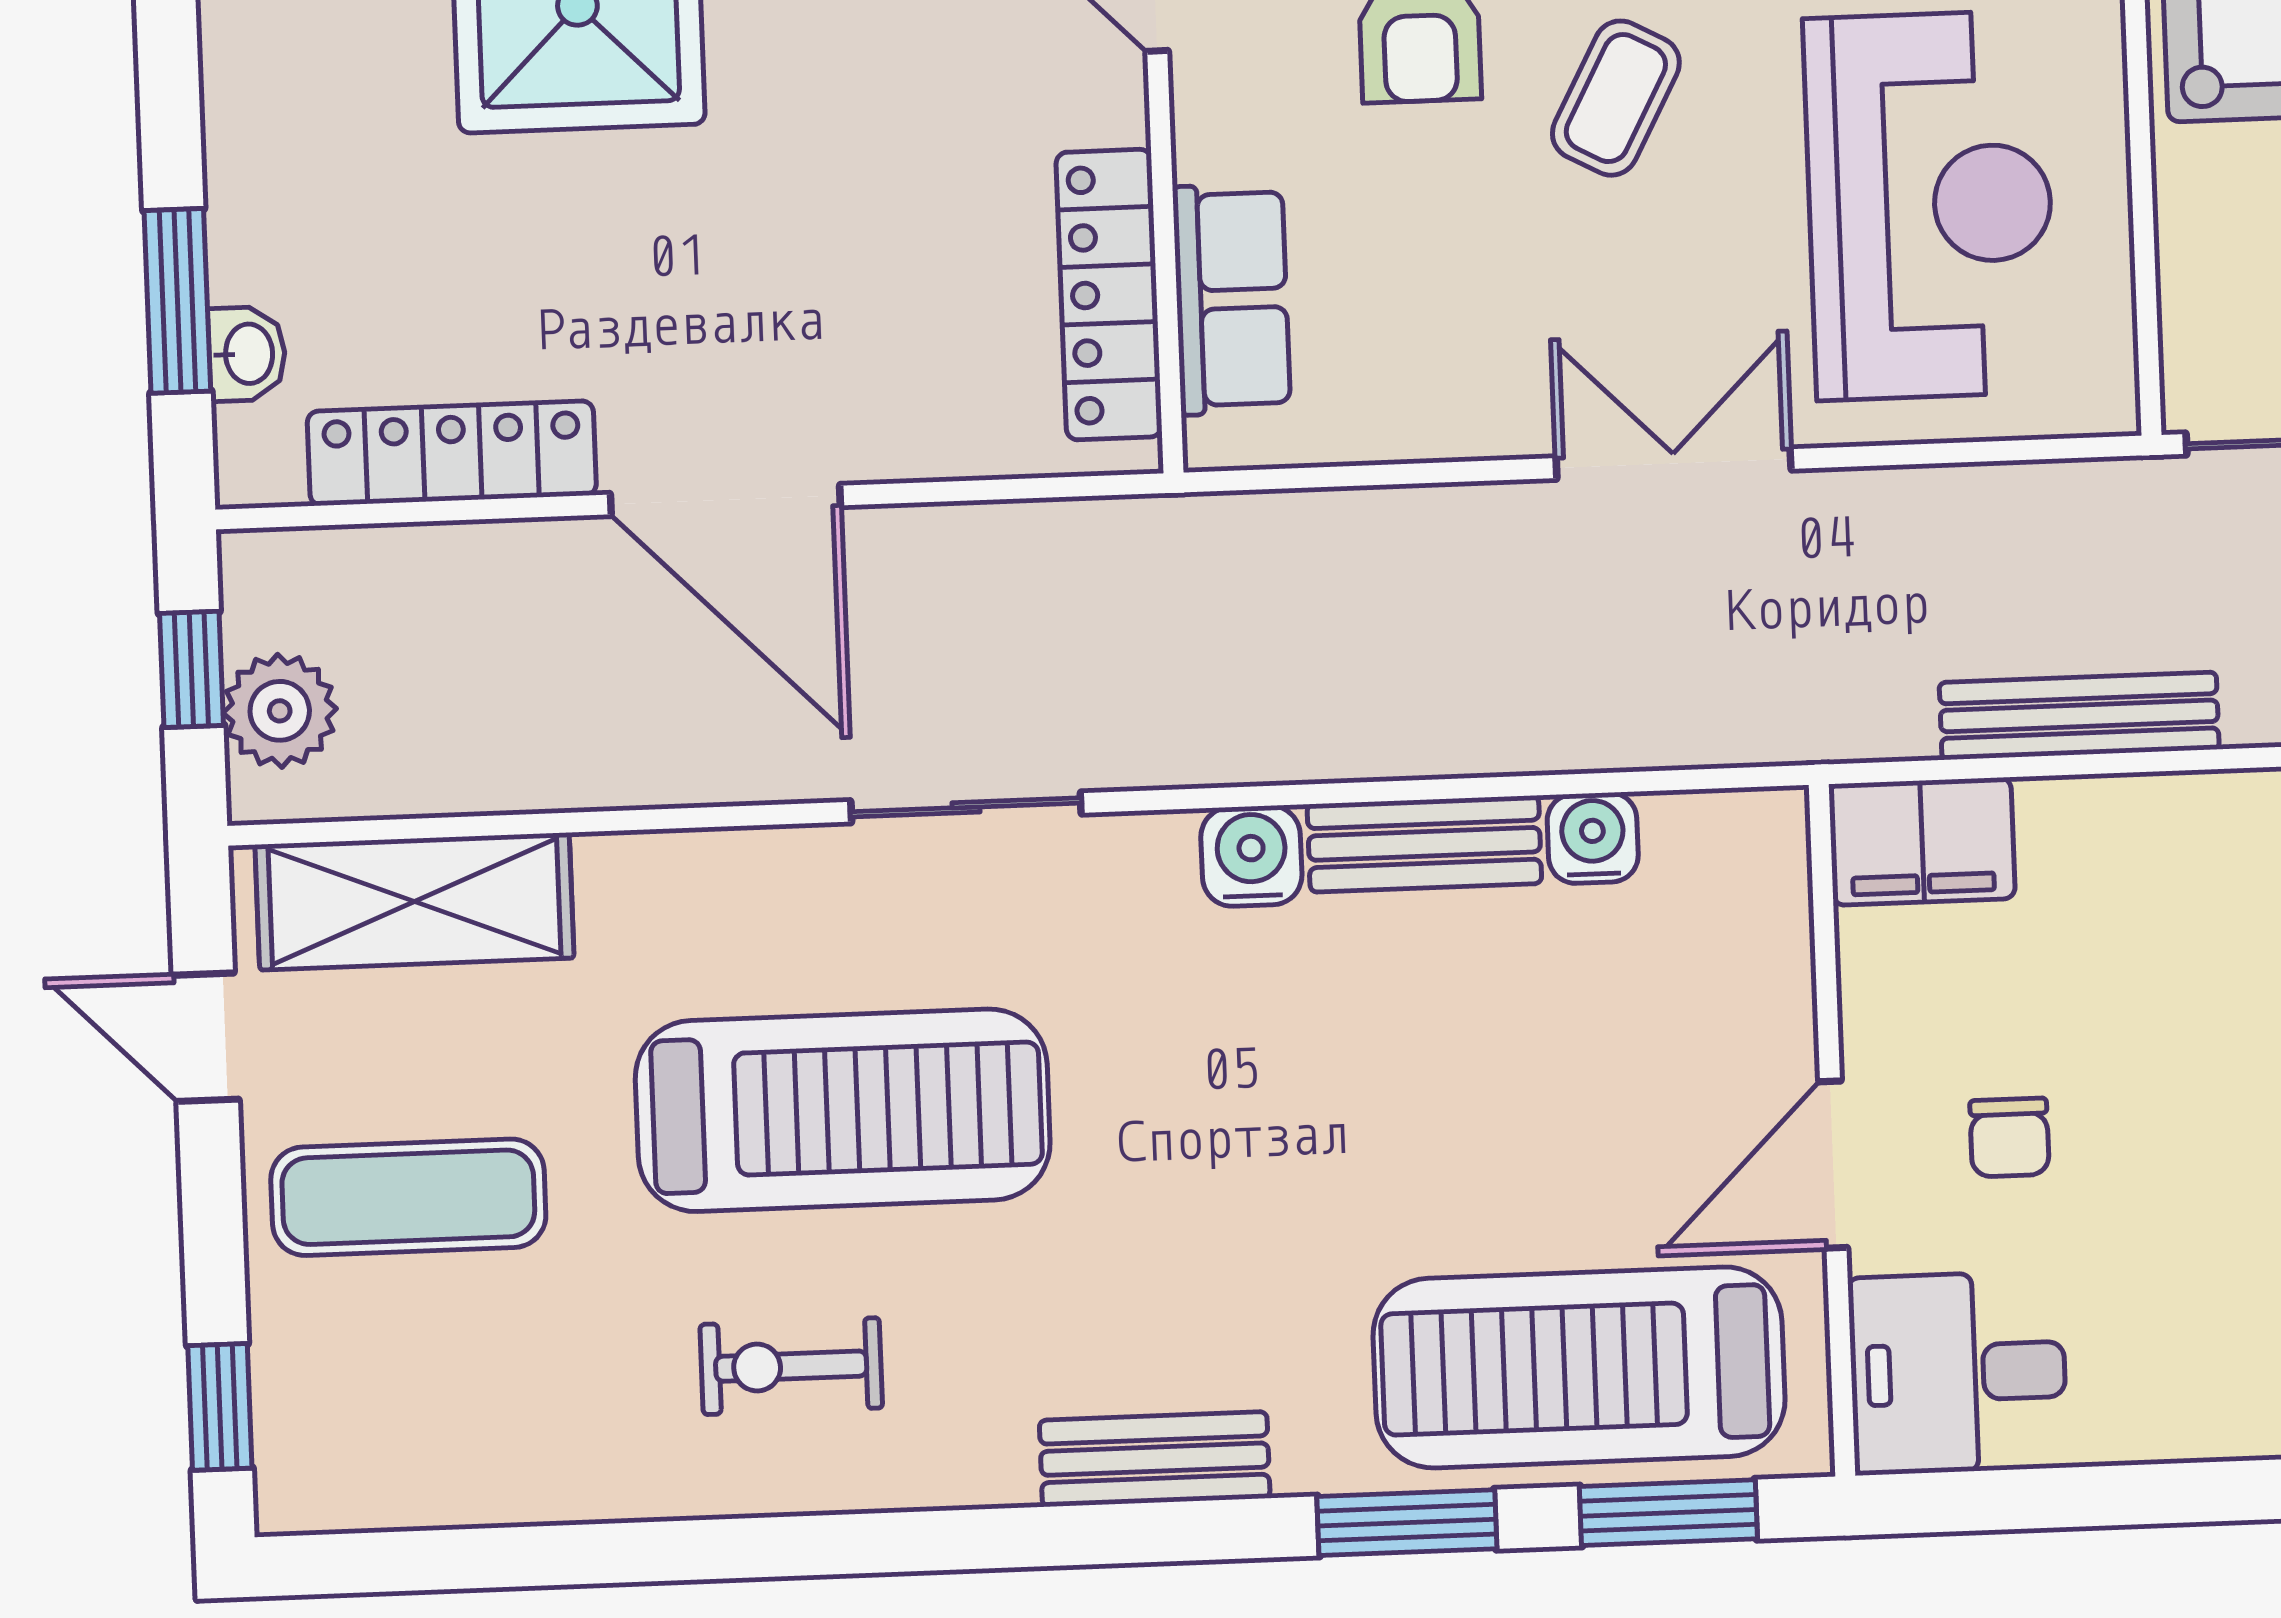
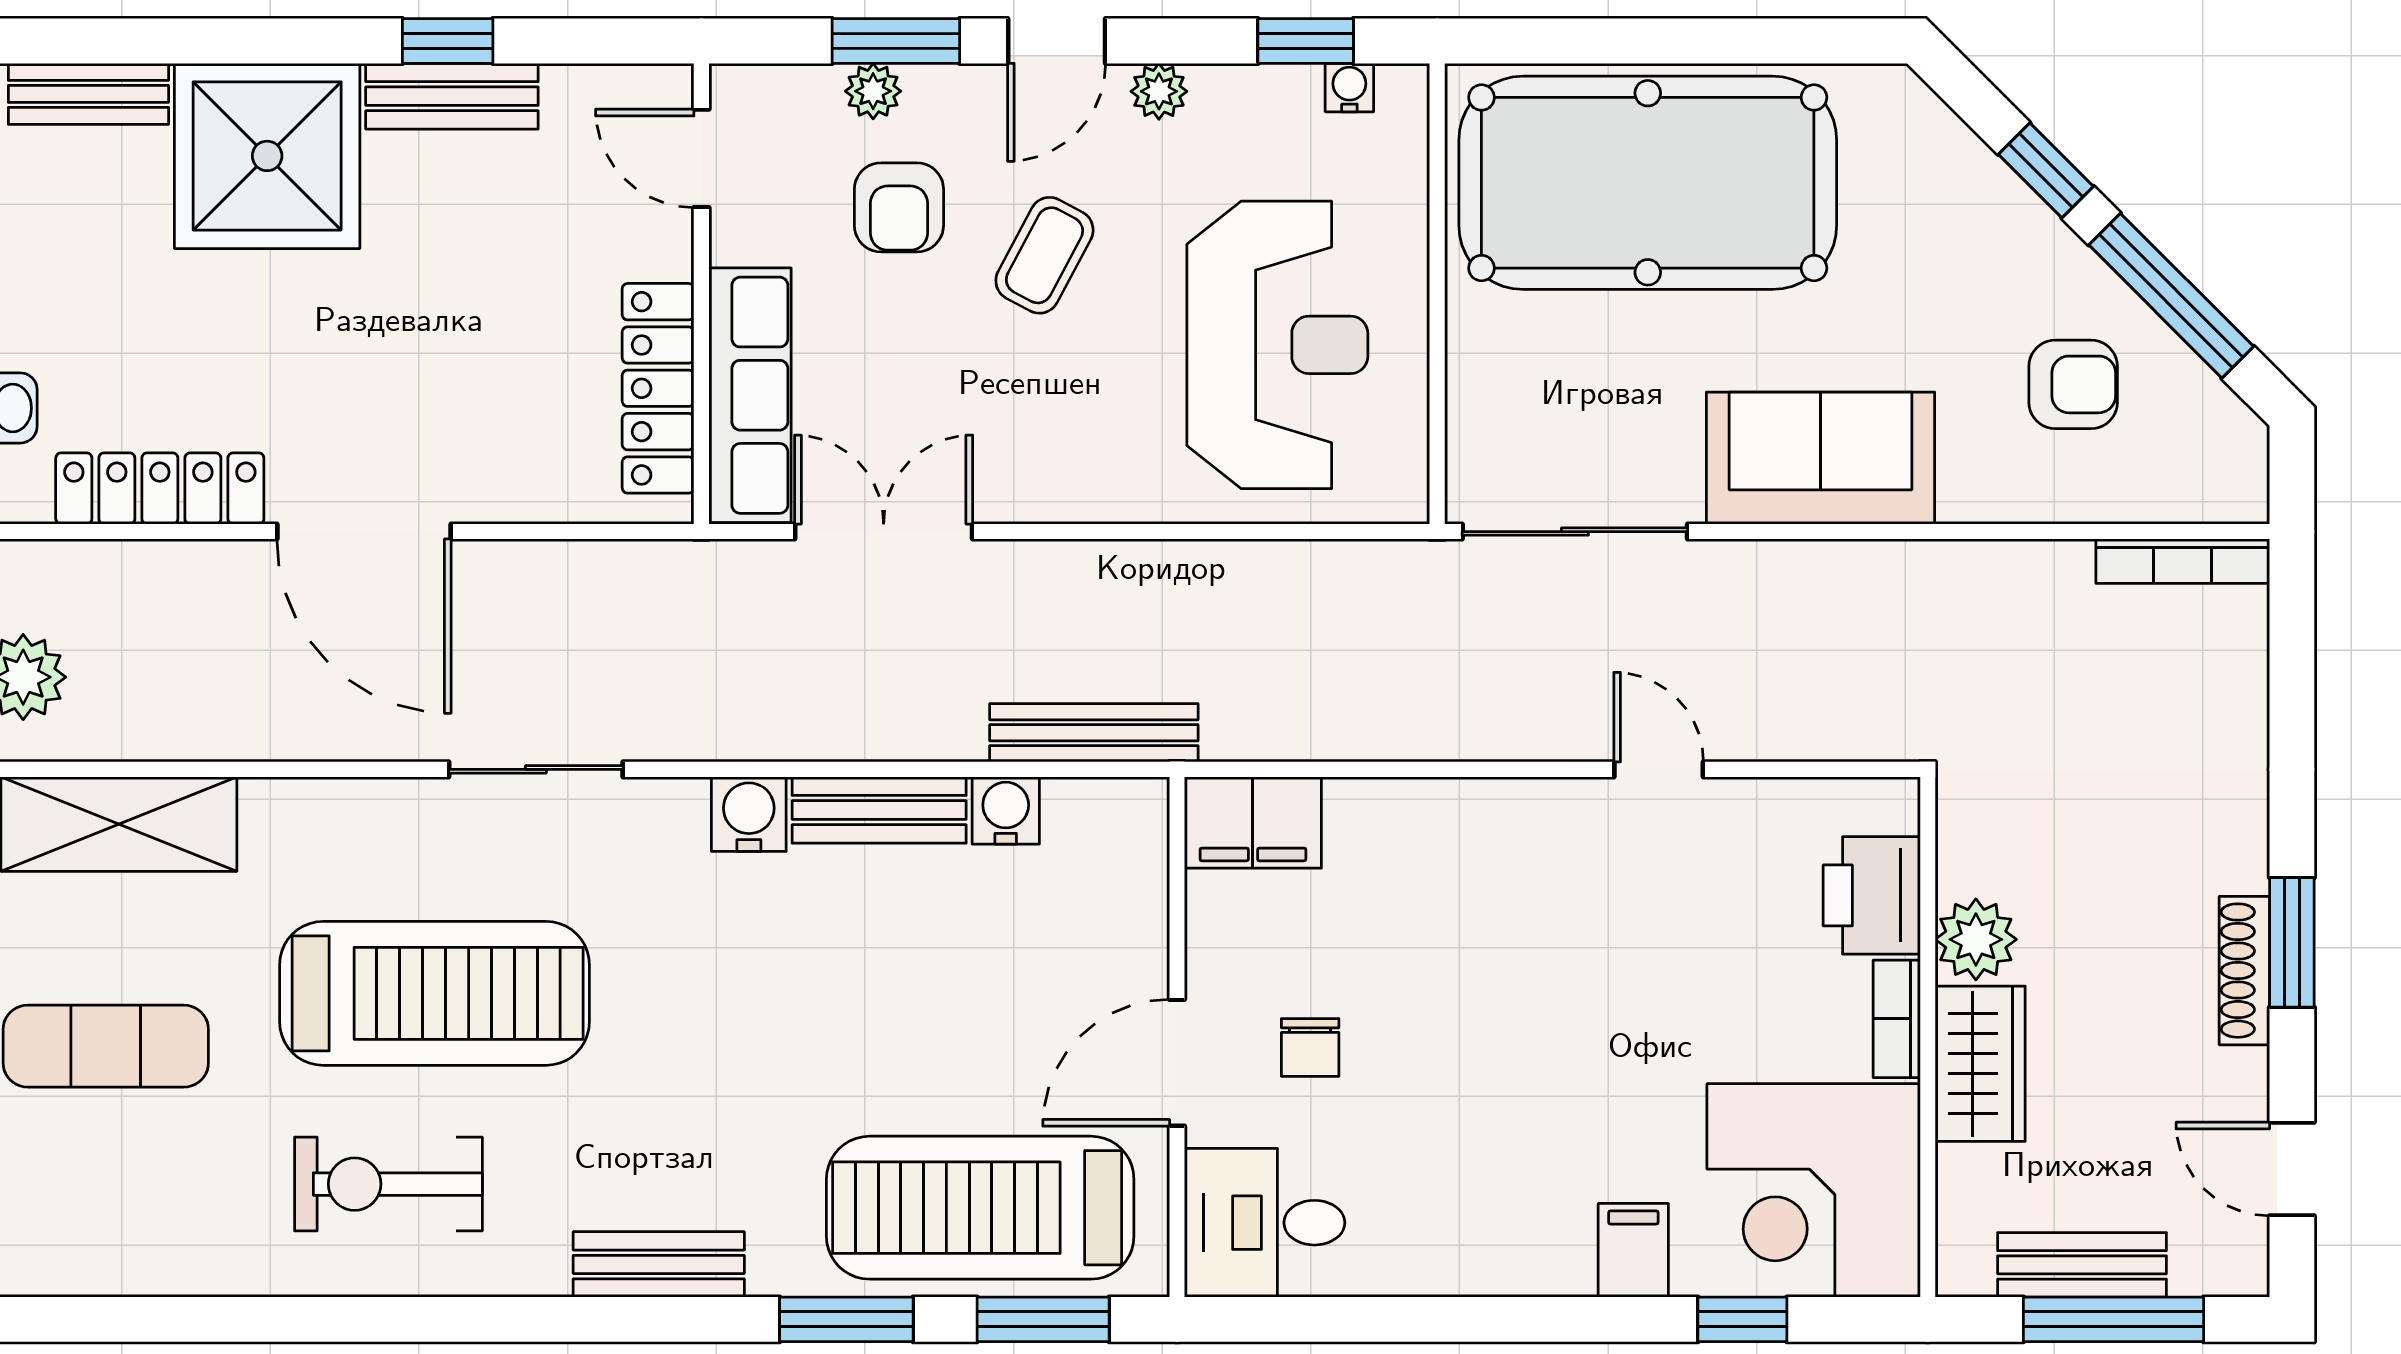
row of seats: (1232, 299) -> (750, 395), width x1.48
double door: (1674, 464) -> (884, 532), moved
bench: (2079, 716) -> (1094, 733), moved
exercise bike: (791, 1366) -> (388, 1184), width x1.38, depth x1.39

